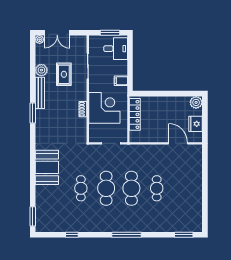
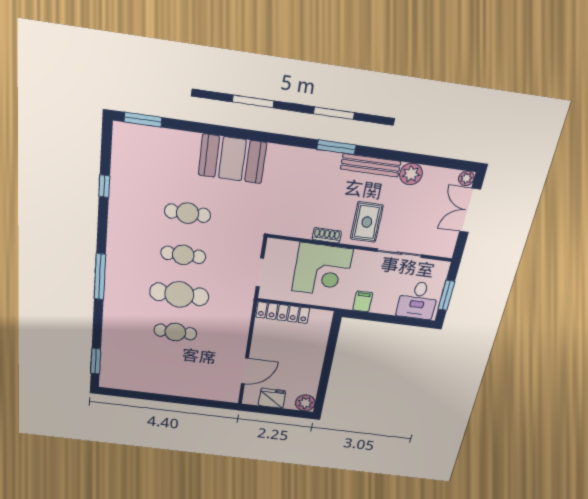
rug: (64, 74) -> (367, 222), moved, turned 90
locker: (135, 114) -> (283, 313), moved
cafe table: (106, 188) -> (183, 255), width x0.73, depth x0.74

